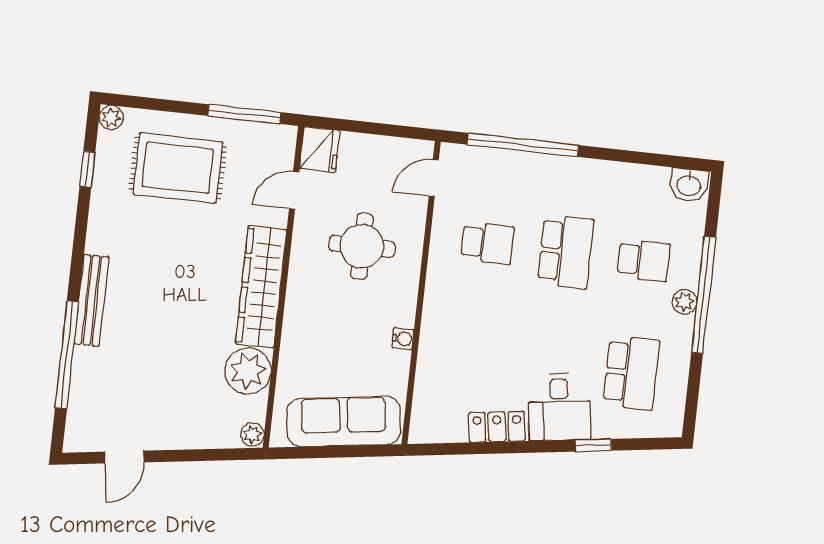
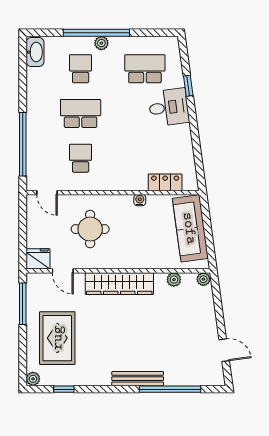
washbasin: (689, 185) -> (35, 52), width x1.38
plant: (248, 371) -> (174, 280), width x0.53, depth x0.53
locker: (497, 427) -> (165, 182), moved, turned 98

